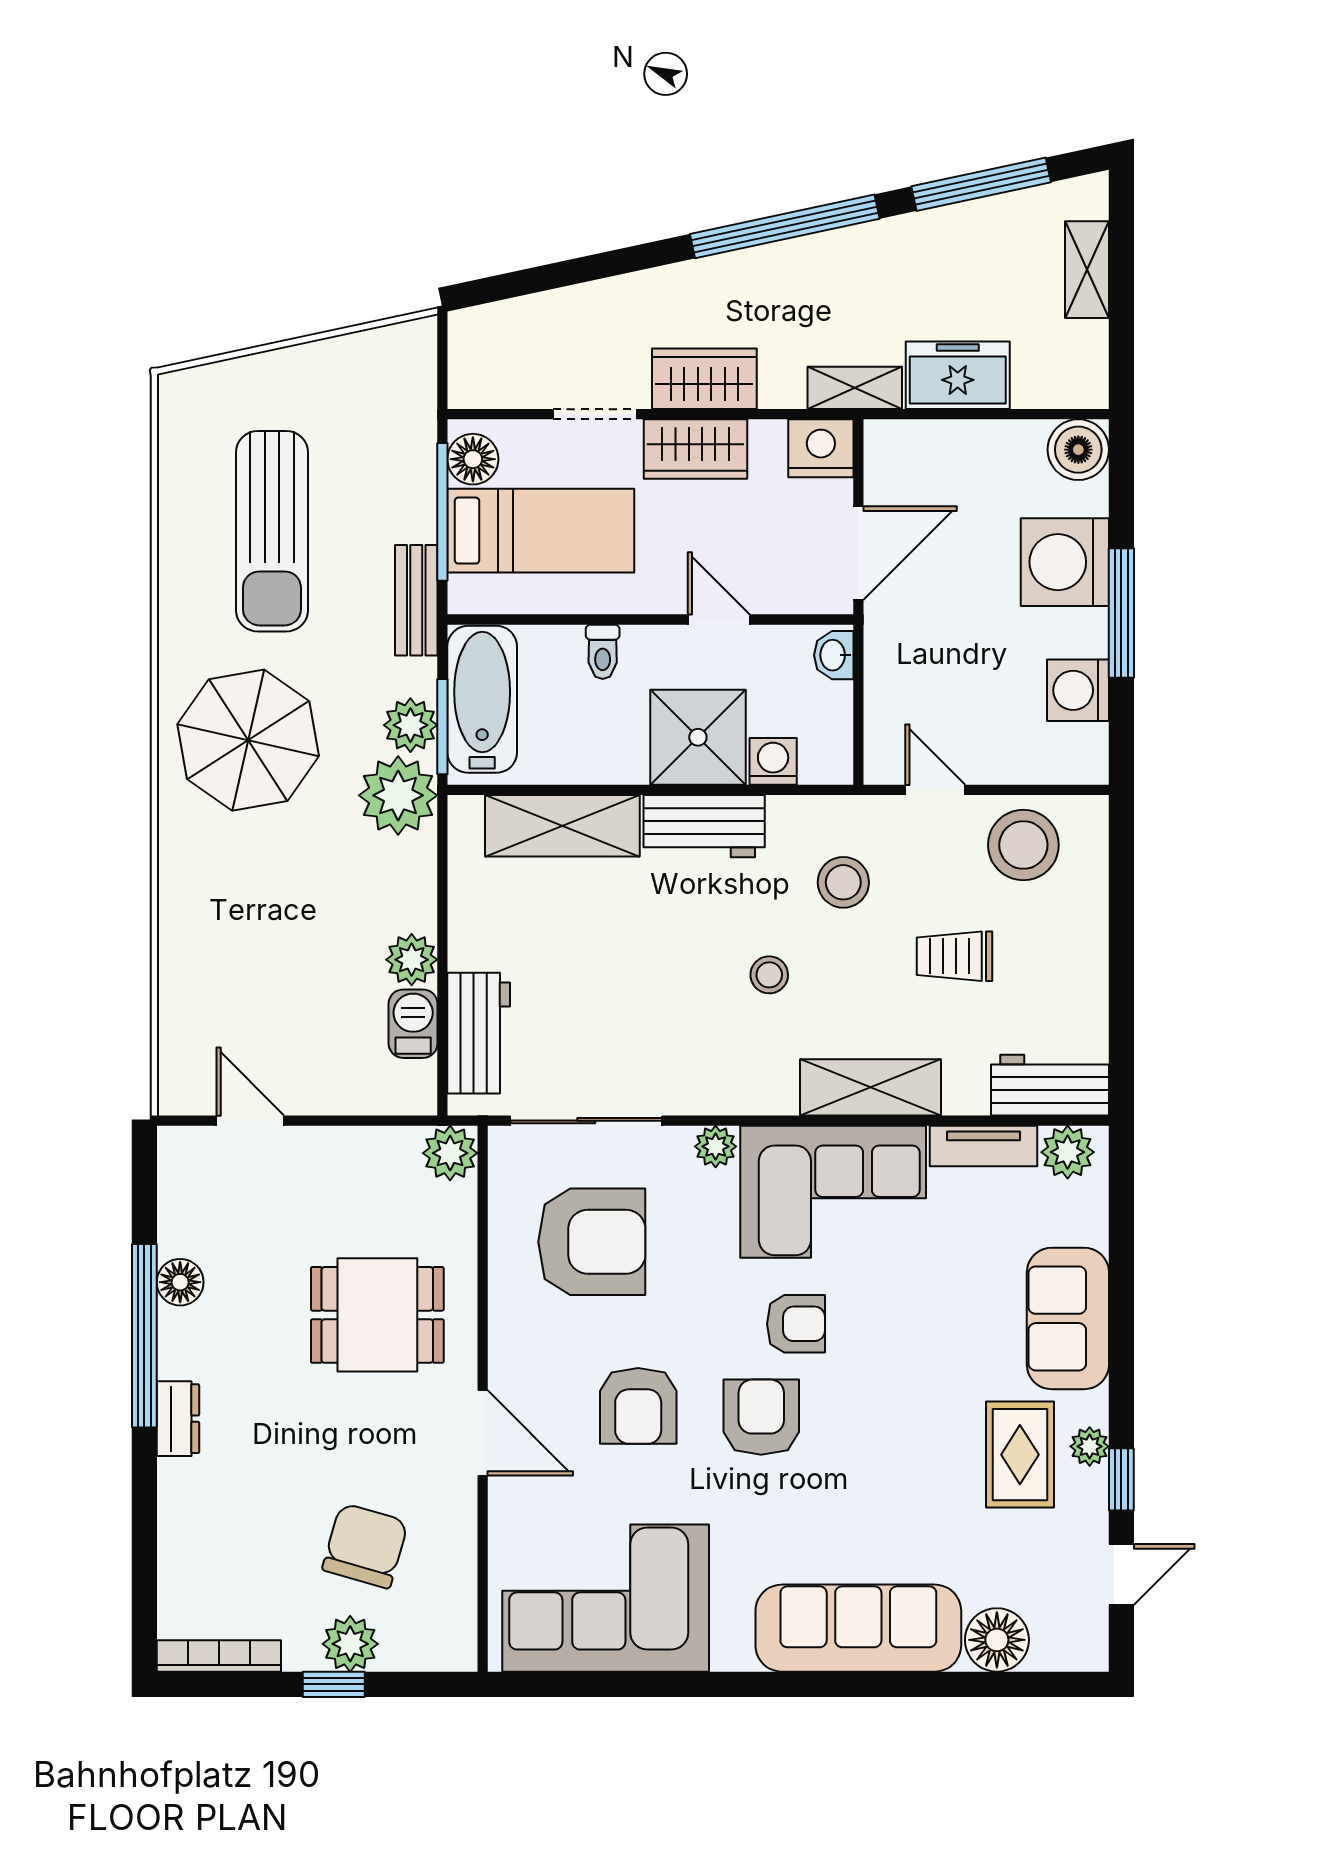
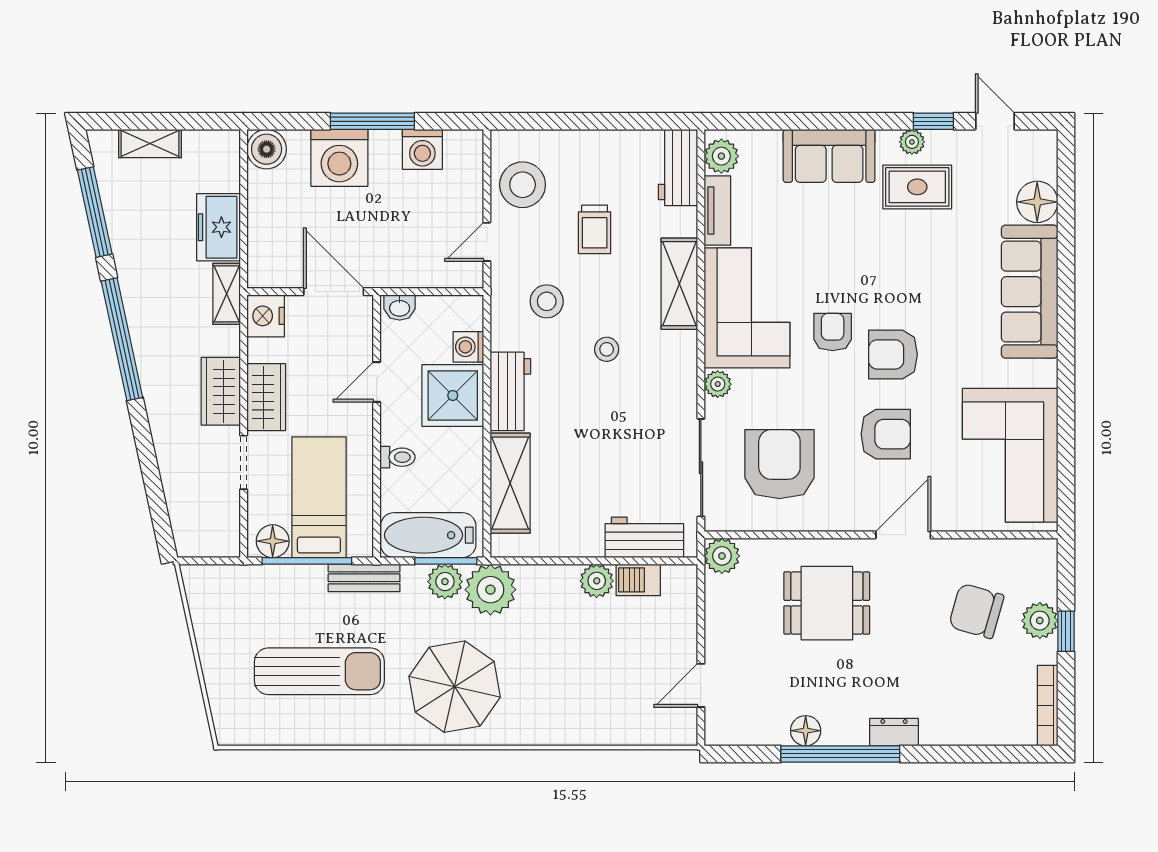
dining table: (377, 1315) -> (827, 603), turned 90

